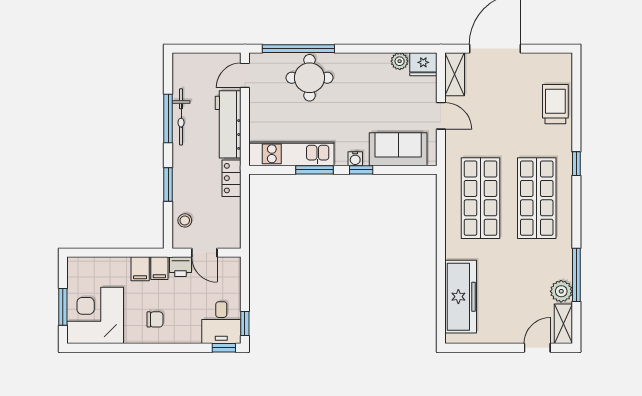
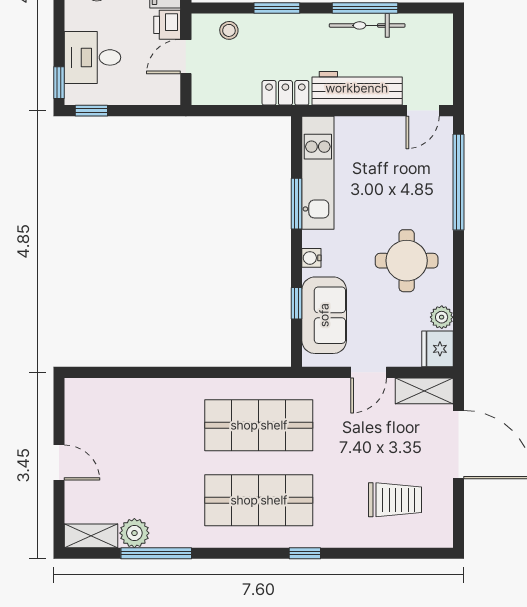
door: (245, 75) -> (423, 111), swing flipped
round table: (309, 78) -> (407, 261), moved
trolley: (555, 104) -> (395, 500), moved
window: (361, 170) -> (297, 303), moved
freezer: (461, 297) -> (127, 399), removed
desk: (221, 323) -> (93, 57), moved
door: (537, 348) -> (59, 463), moved

